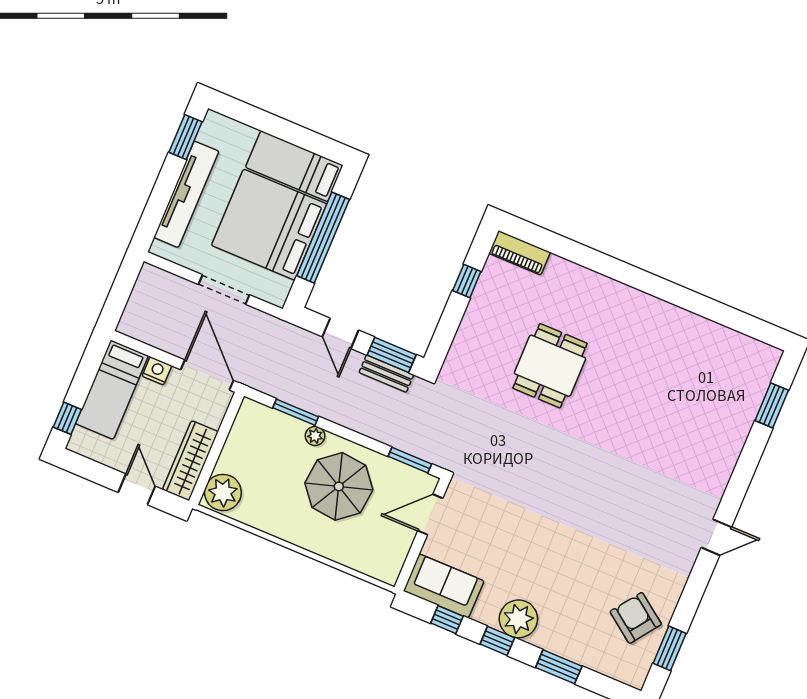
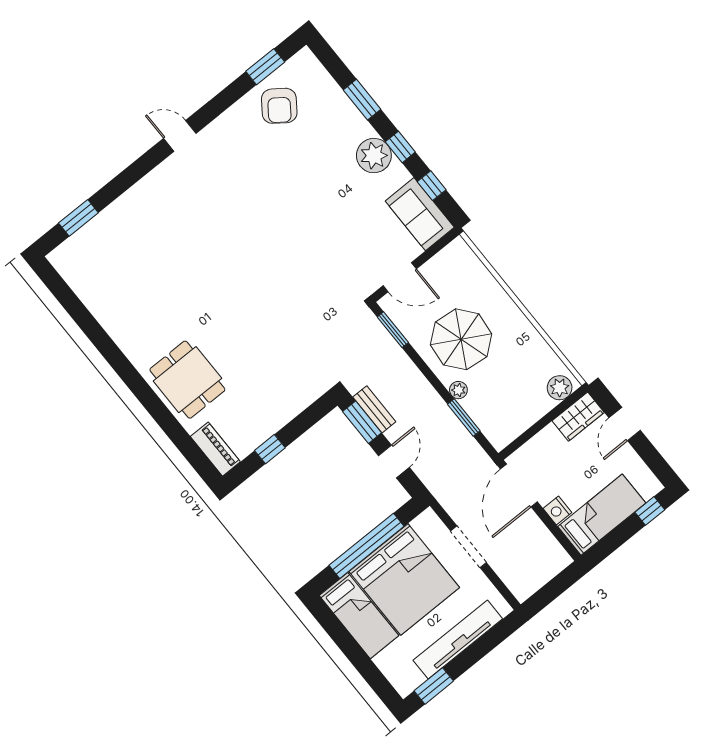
dining table: (550, 366) -> (187, 380), moved, turned 90
wardrobe: (190, 461) -> (578, 417), width x0.67
plant: (223, 492) -> (560, 388), width x0.73, depth x0.73

